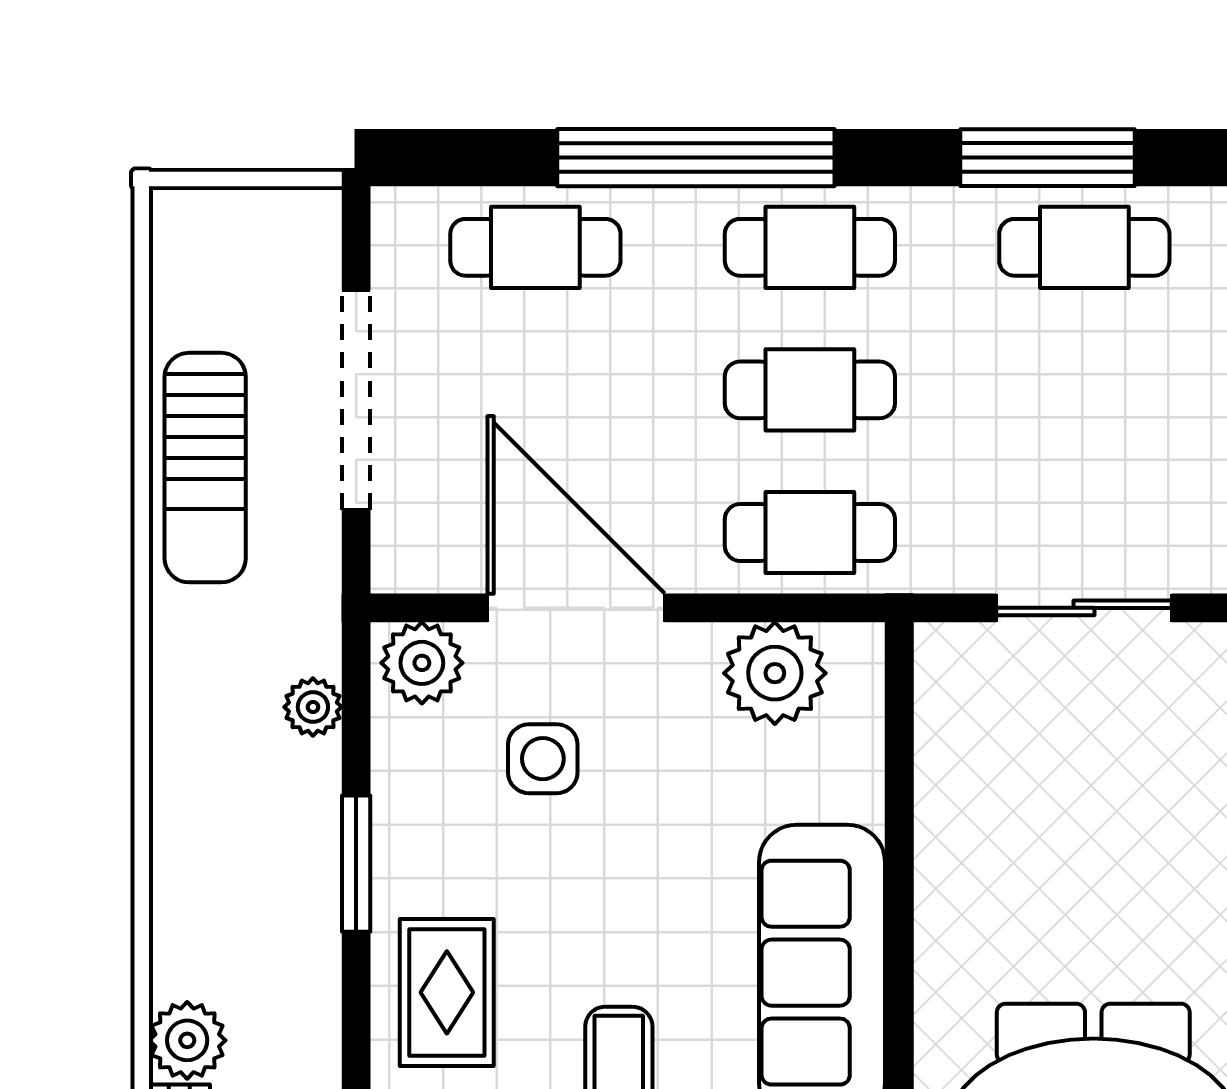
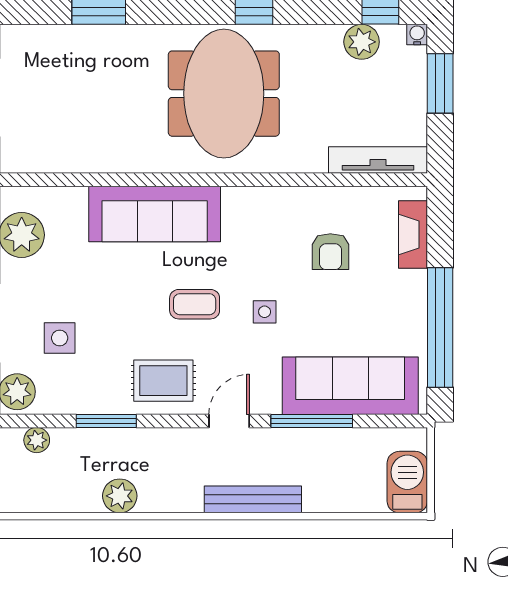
plant: (187, 1040) -> (120, 496), moved

